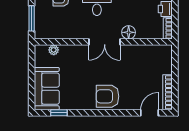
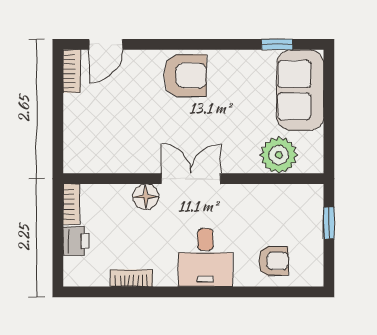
window: (32, 18) -> (329, 223), width x0.67
plant: (54, 50) -> (279, 155), width x1.88, depth x1.88
bookcase: (168, 92) -> (72, 71), width x0.64

